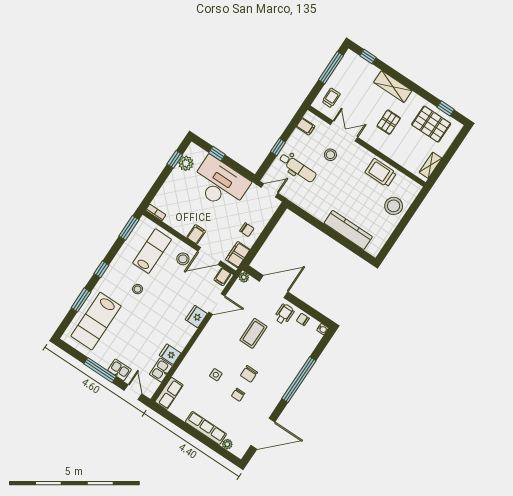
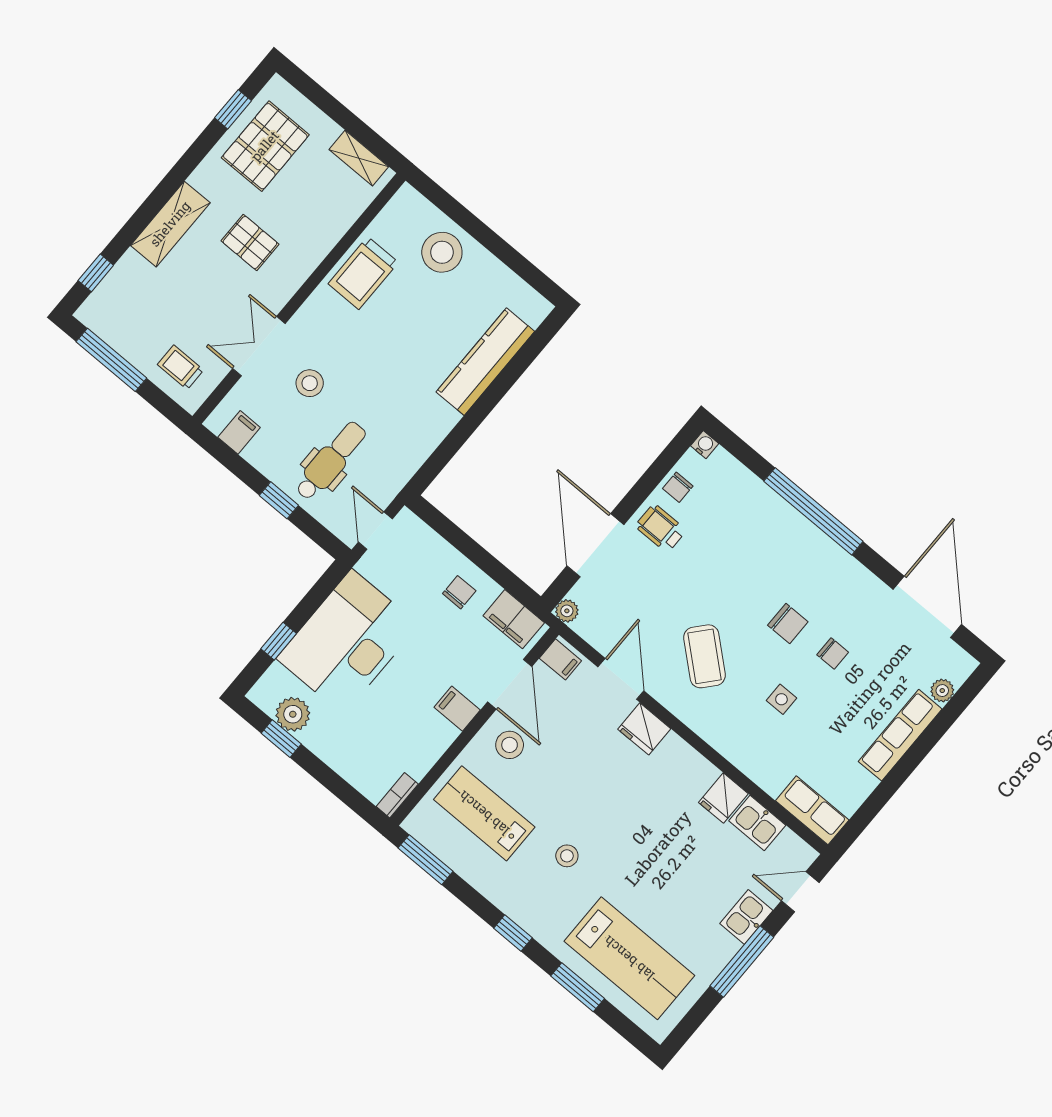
coffee table: (253, 333) -> (704, 656), moved, turned 41

